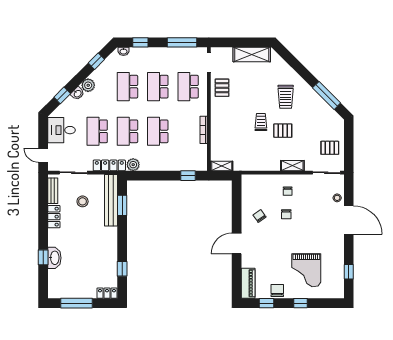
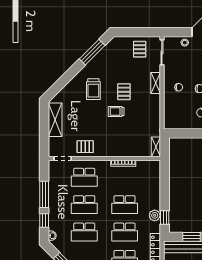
window: (182, 42) -> (44, 194), moved
trolley: (286, 97) -> (93, 89), turned 90
plant: (133, 165) -> (155, 215), moved
window: (188, 176) -> (165, 217), moved

